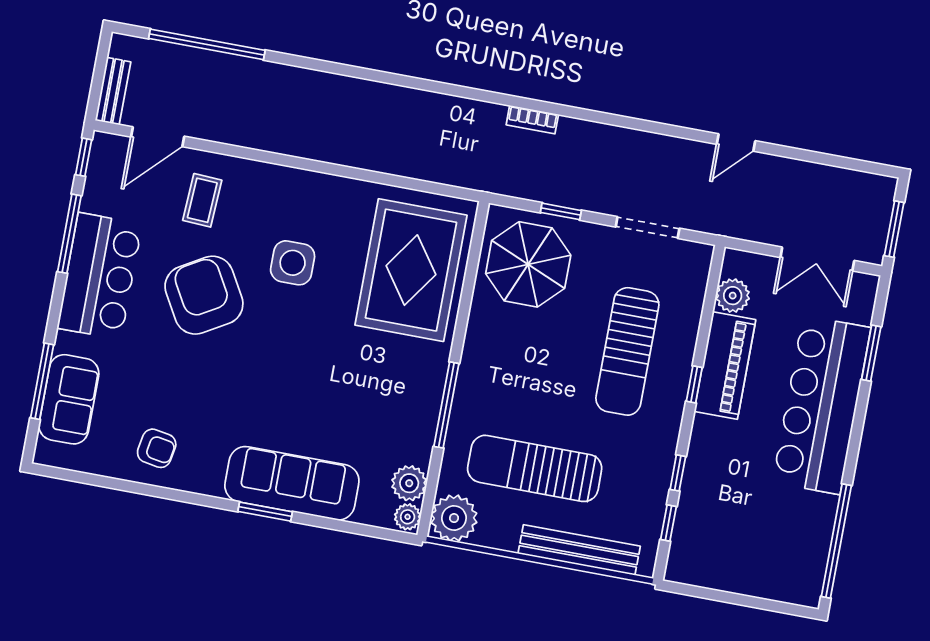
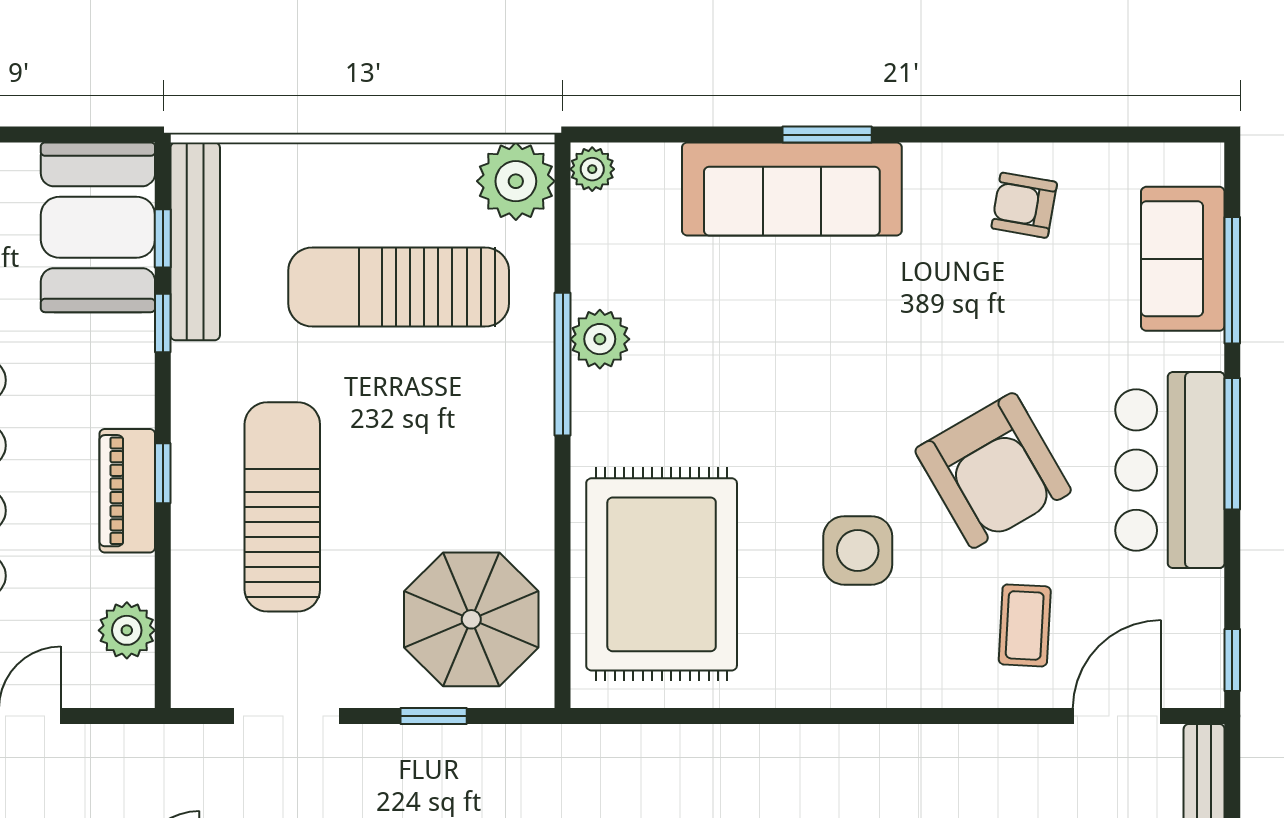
window: (69, 234) -> (1232, 444), moved
piano: (725, 366) -> (127, 491), width x0.73, depth x0.75
sun lounger: (535, 468) -> (399, 287), turned 180
plant: (409, 483) -> (600, 339), moved
booth: (706, 537) -> (98, 227), added
bench: (579, 550) -> (195, 241), moved, turned 90

